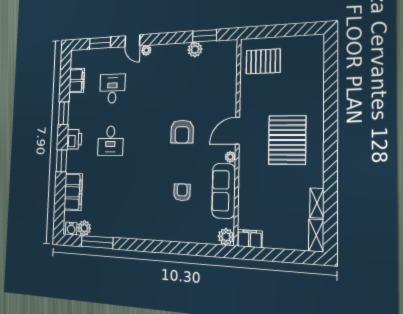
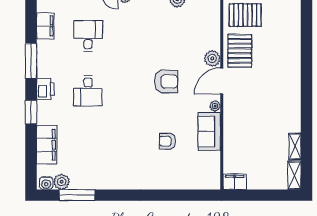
window: (64, 113) -> (31, 61), width x1.44
armchair: (182, 132) -> (166, 82), turned -90
pallet: (287, 140) -> (240, 51), moved, width x0.73, depth x0.71
sofa: (224, 191) -> (209, 131), width x0.73
armchair: (182, 192) -> (168, 141), turned -90
plant: (226, 237) -> (212, 58), moved

